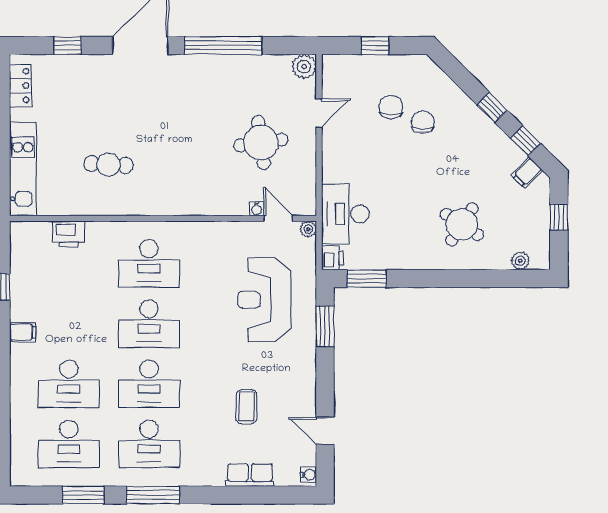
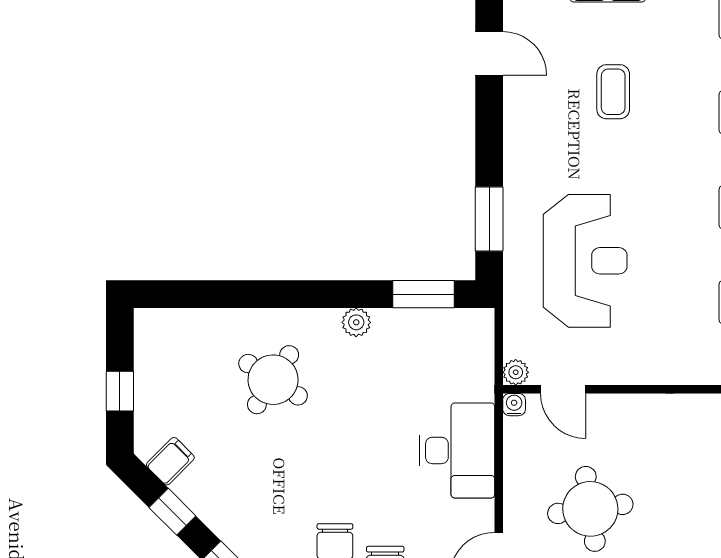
water cooler: (257, 209) -> (514, 405), moved
desk: (345, 214) -> (457, 450), moved
printer: (332, 258) -> (477, 327), removed
plant: (520, 261) -> (356, 322), moved

